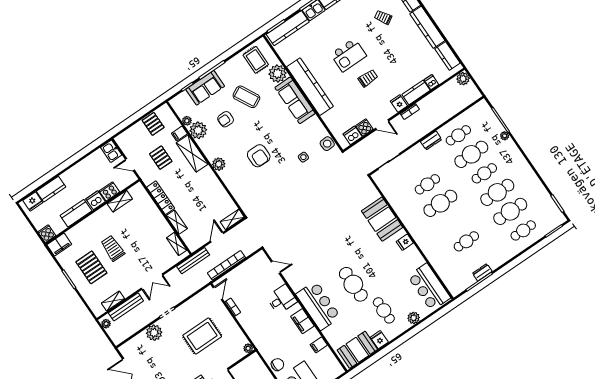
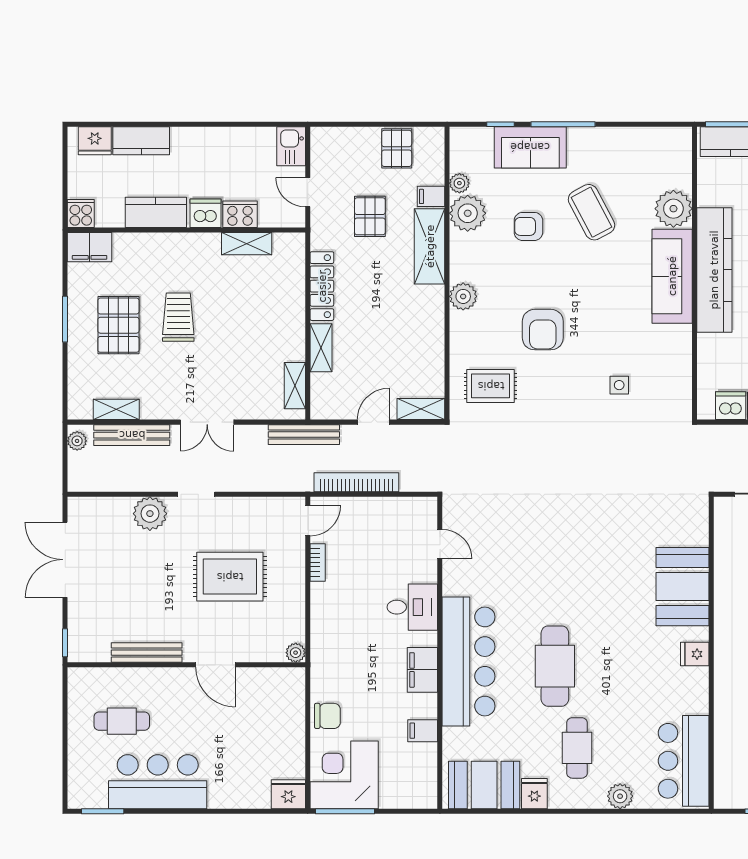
rug: (256, 60) -> (491, 386), moved, turned 90
side table: (327, 144) -> (677, 390), removed
bar counter: (318, 306) -> (469, 661), width x1.36

